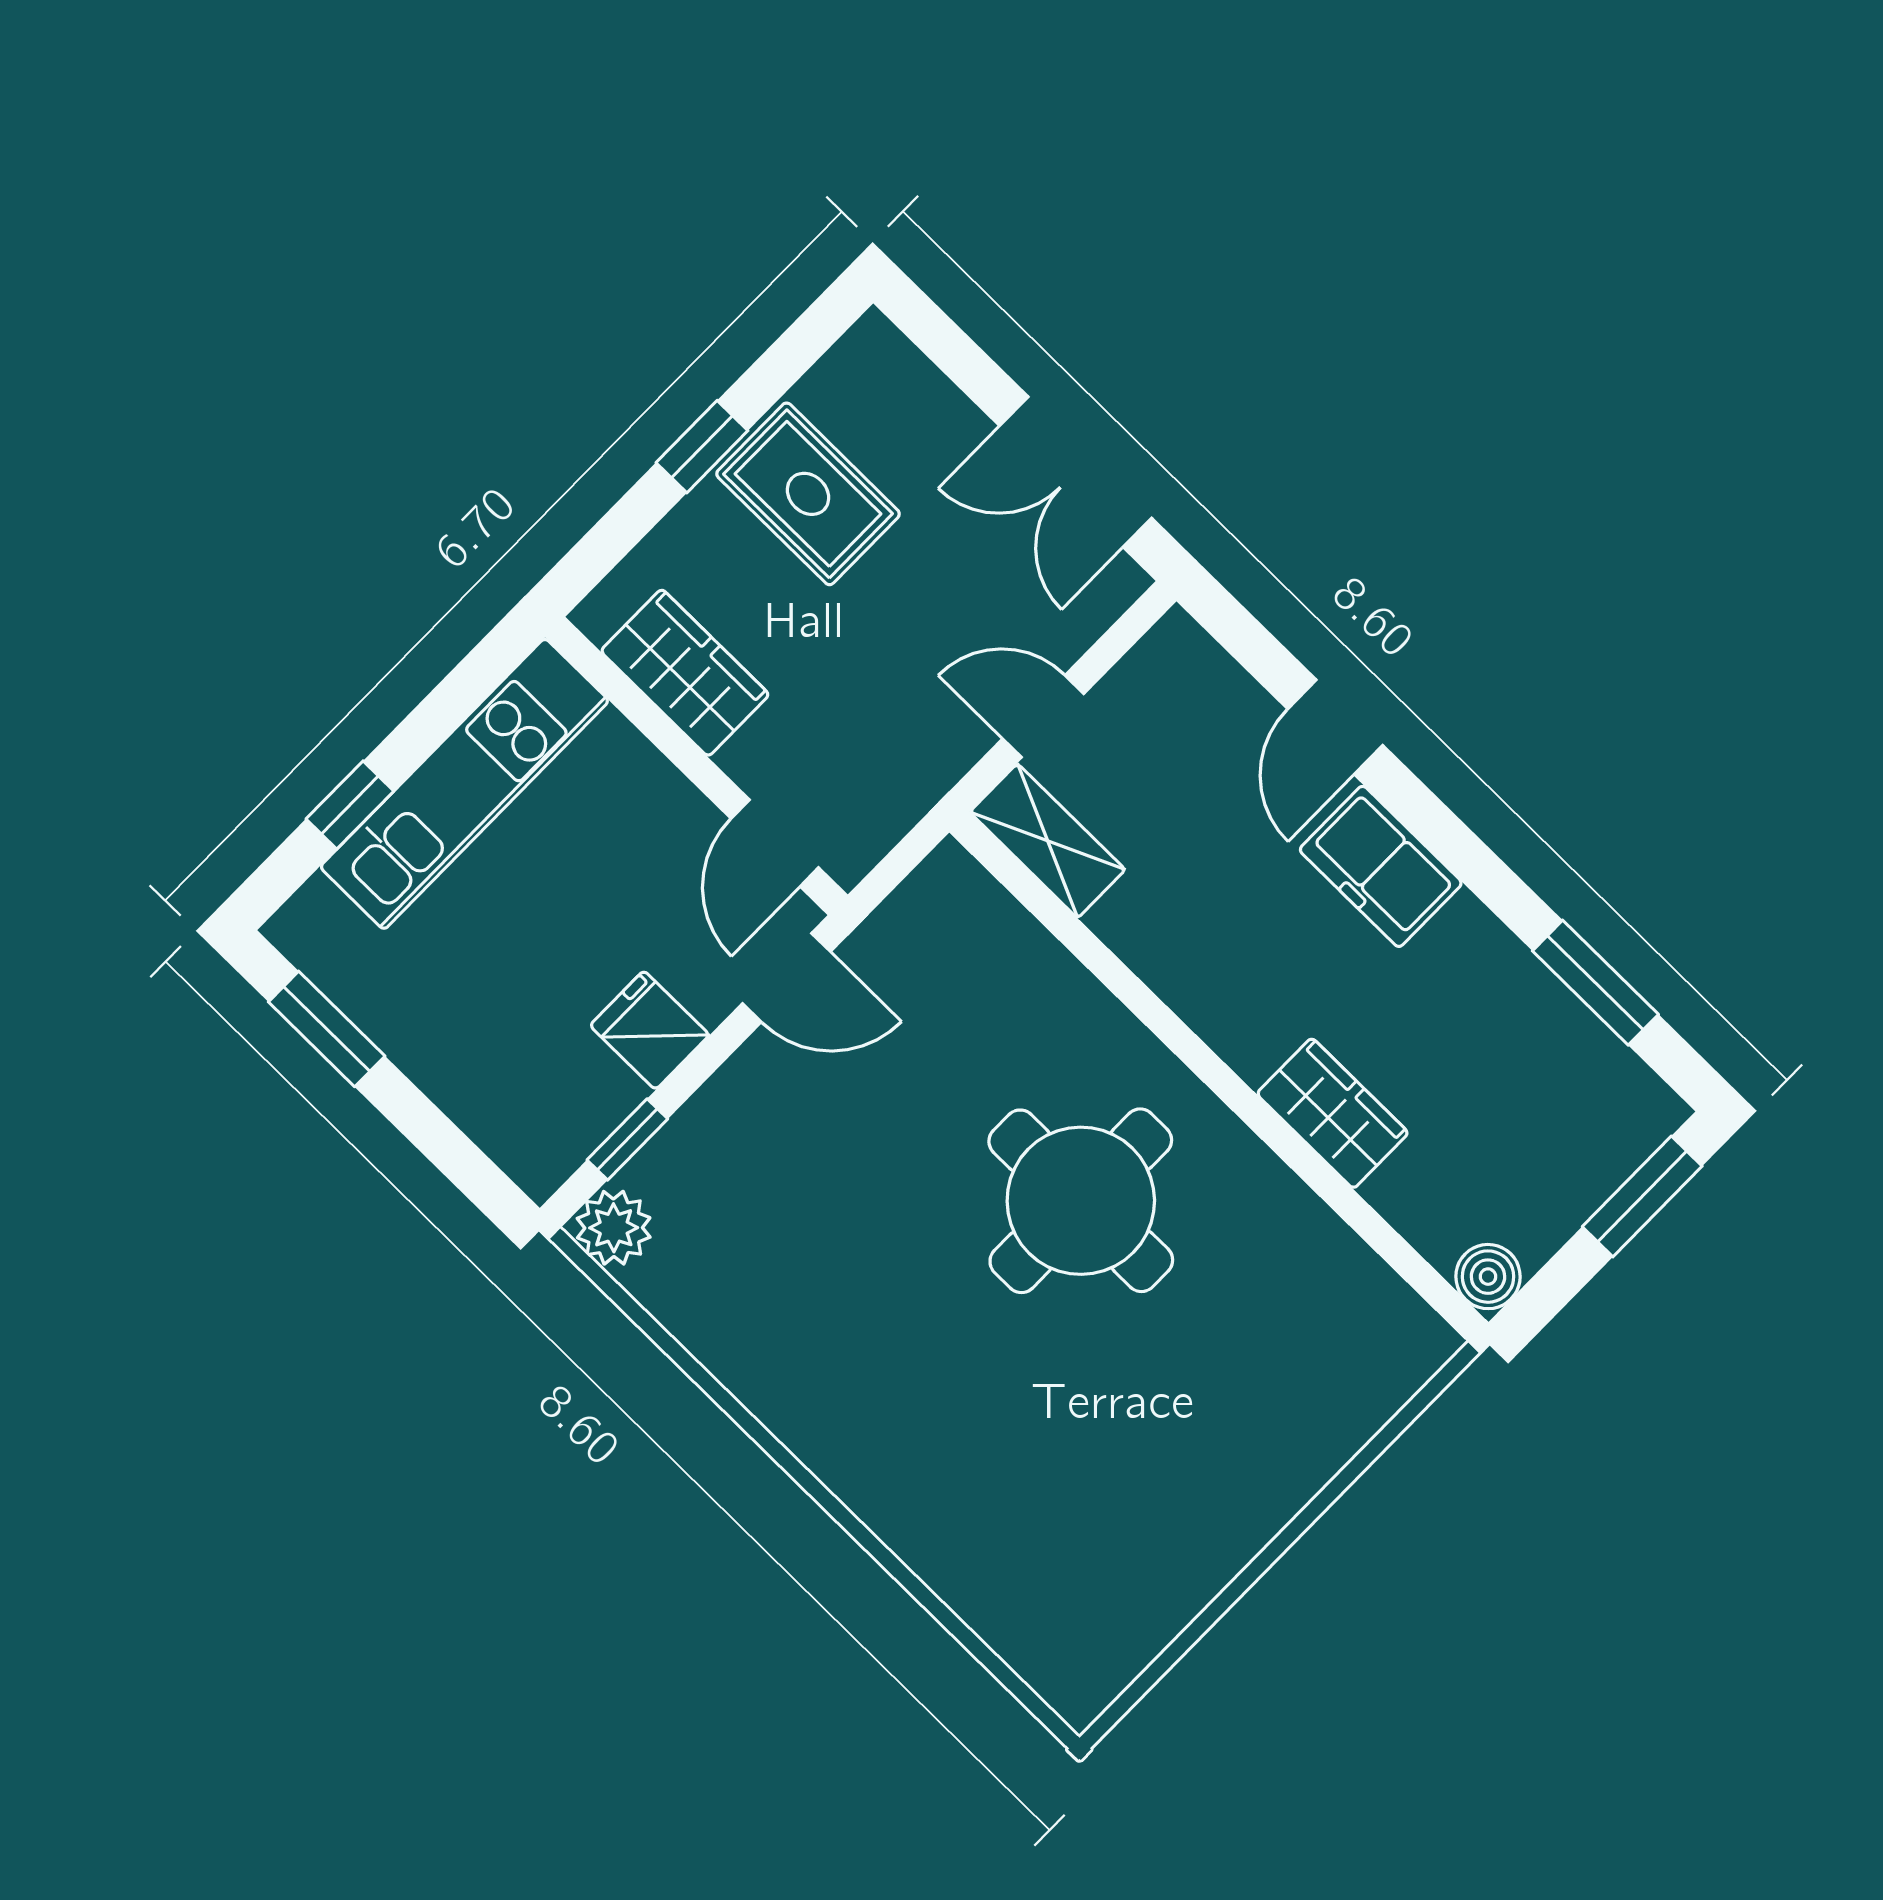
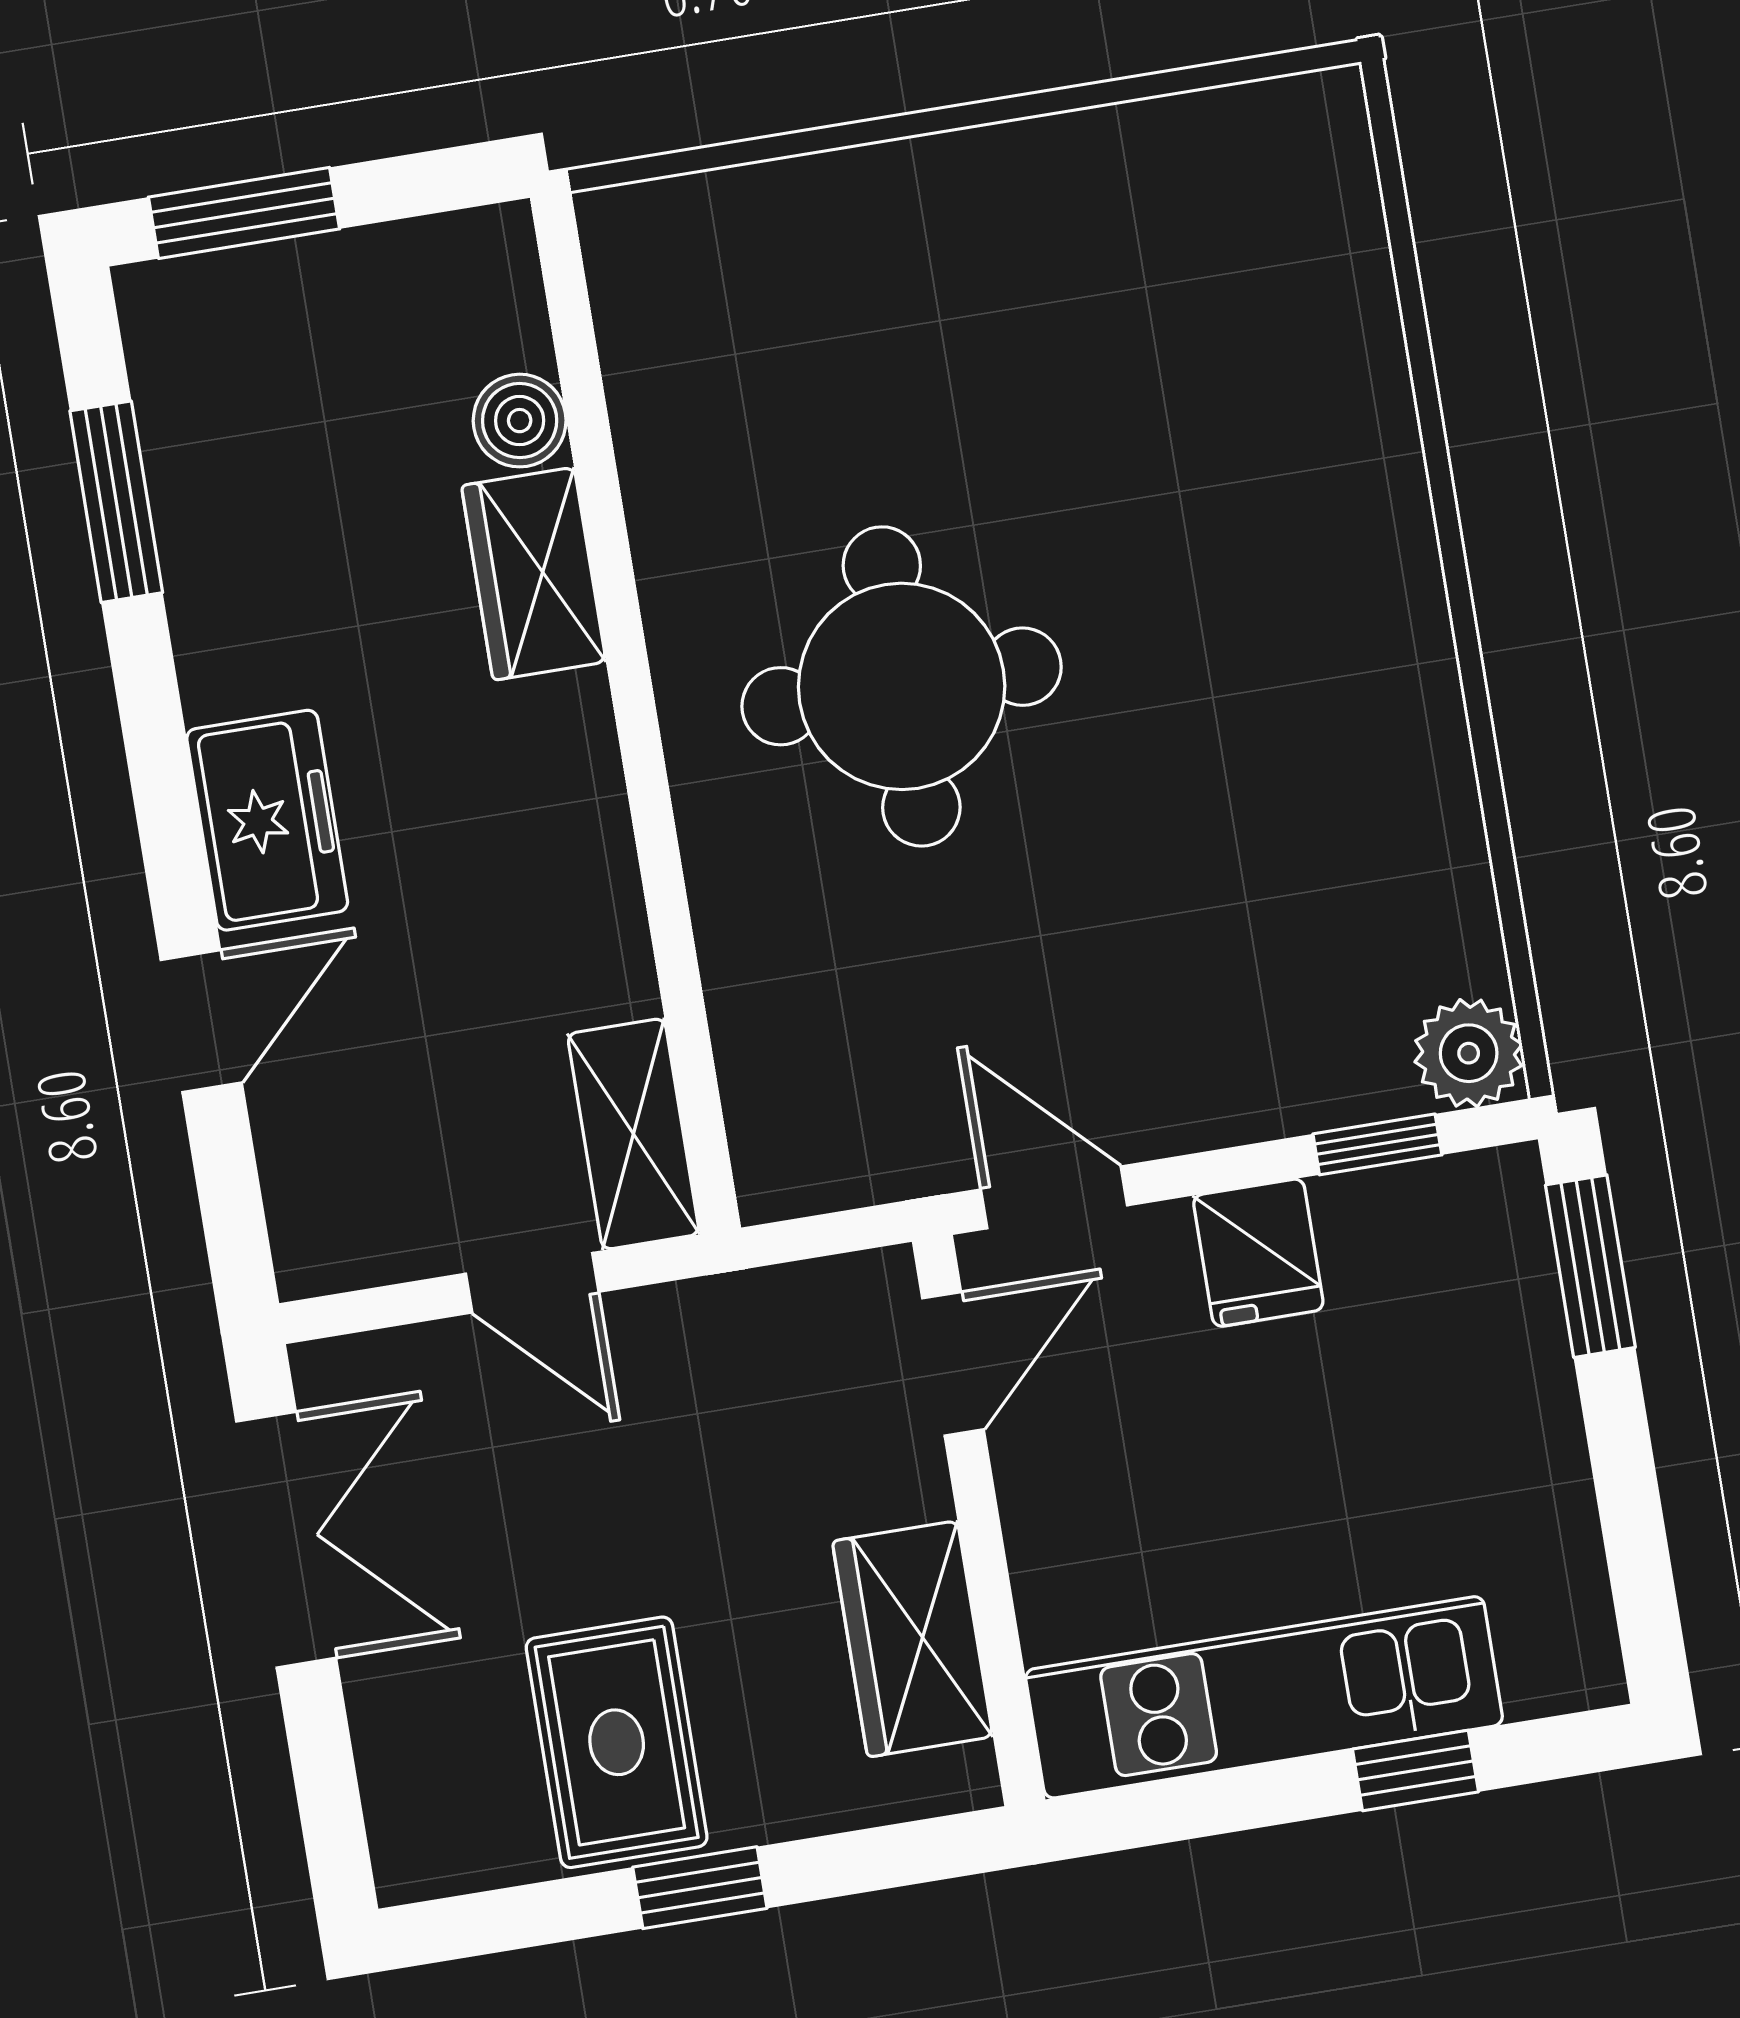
window: (327, 1029) -> (1590, 1266), moved
boiler: (1488, 1277) -> (520, 421), moved

